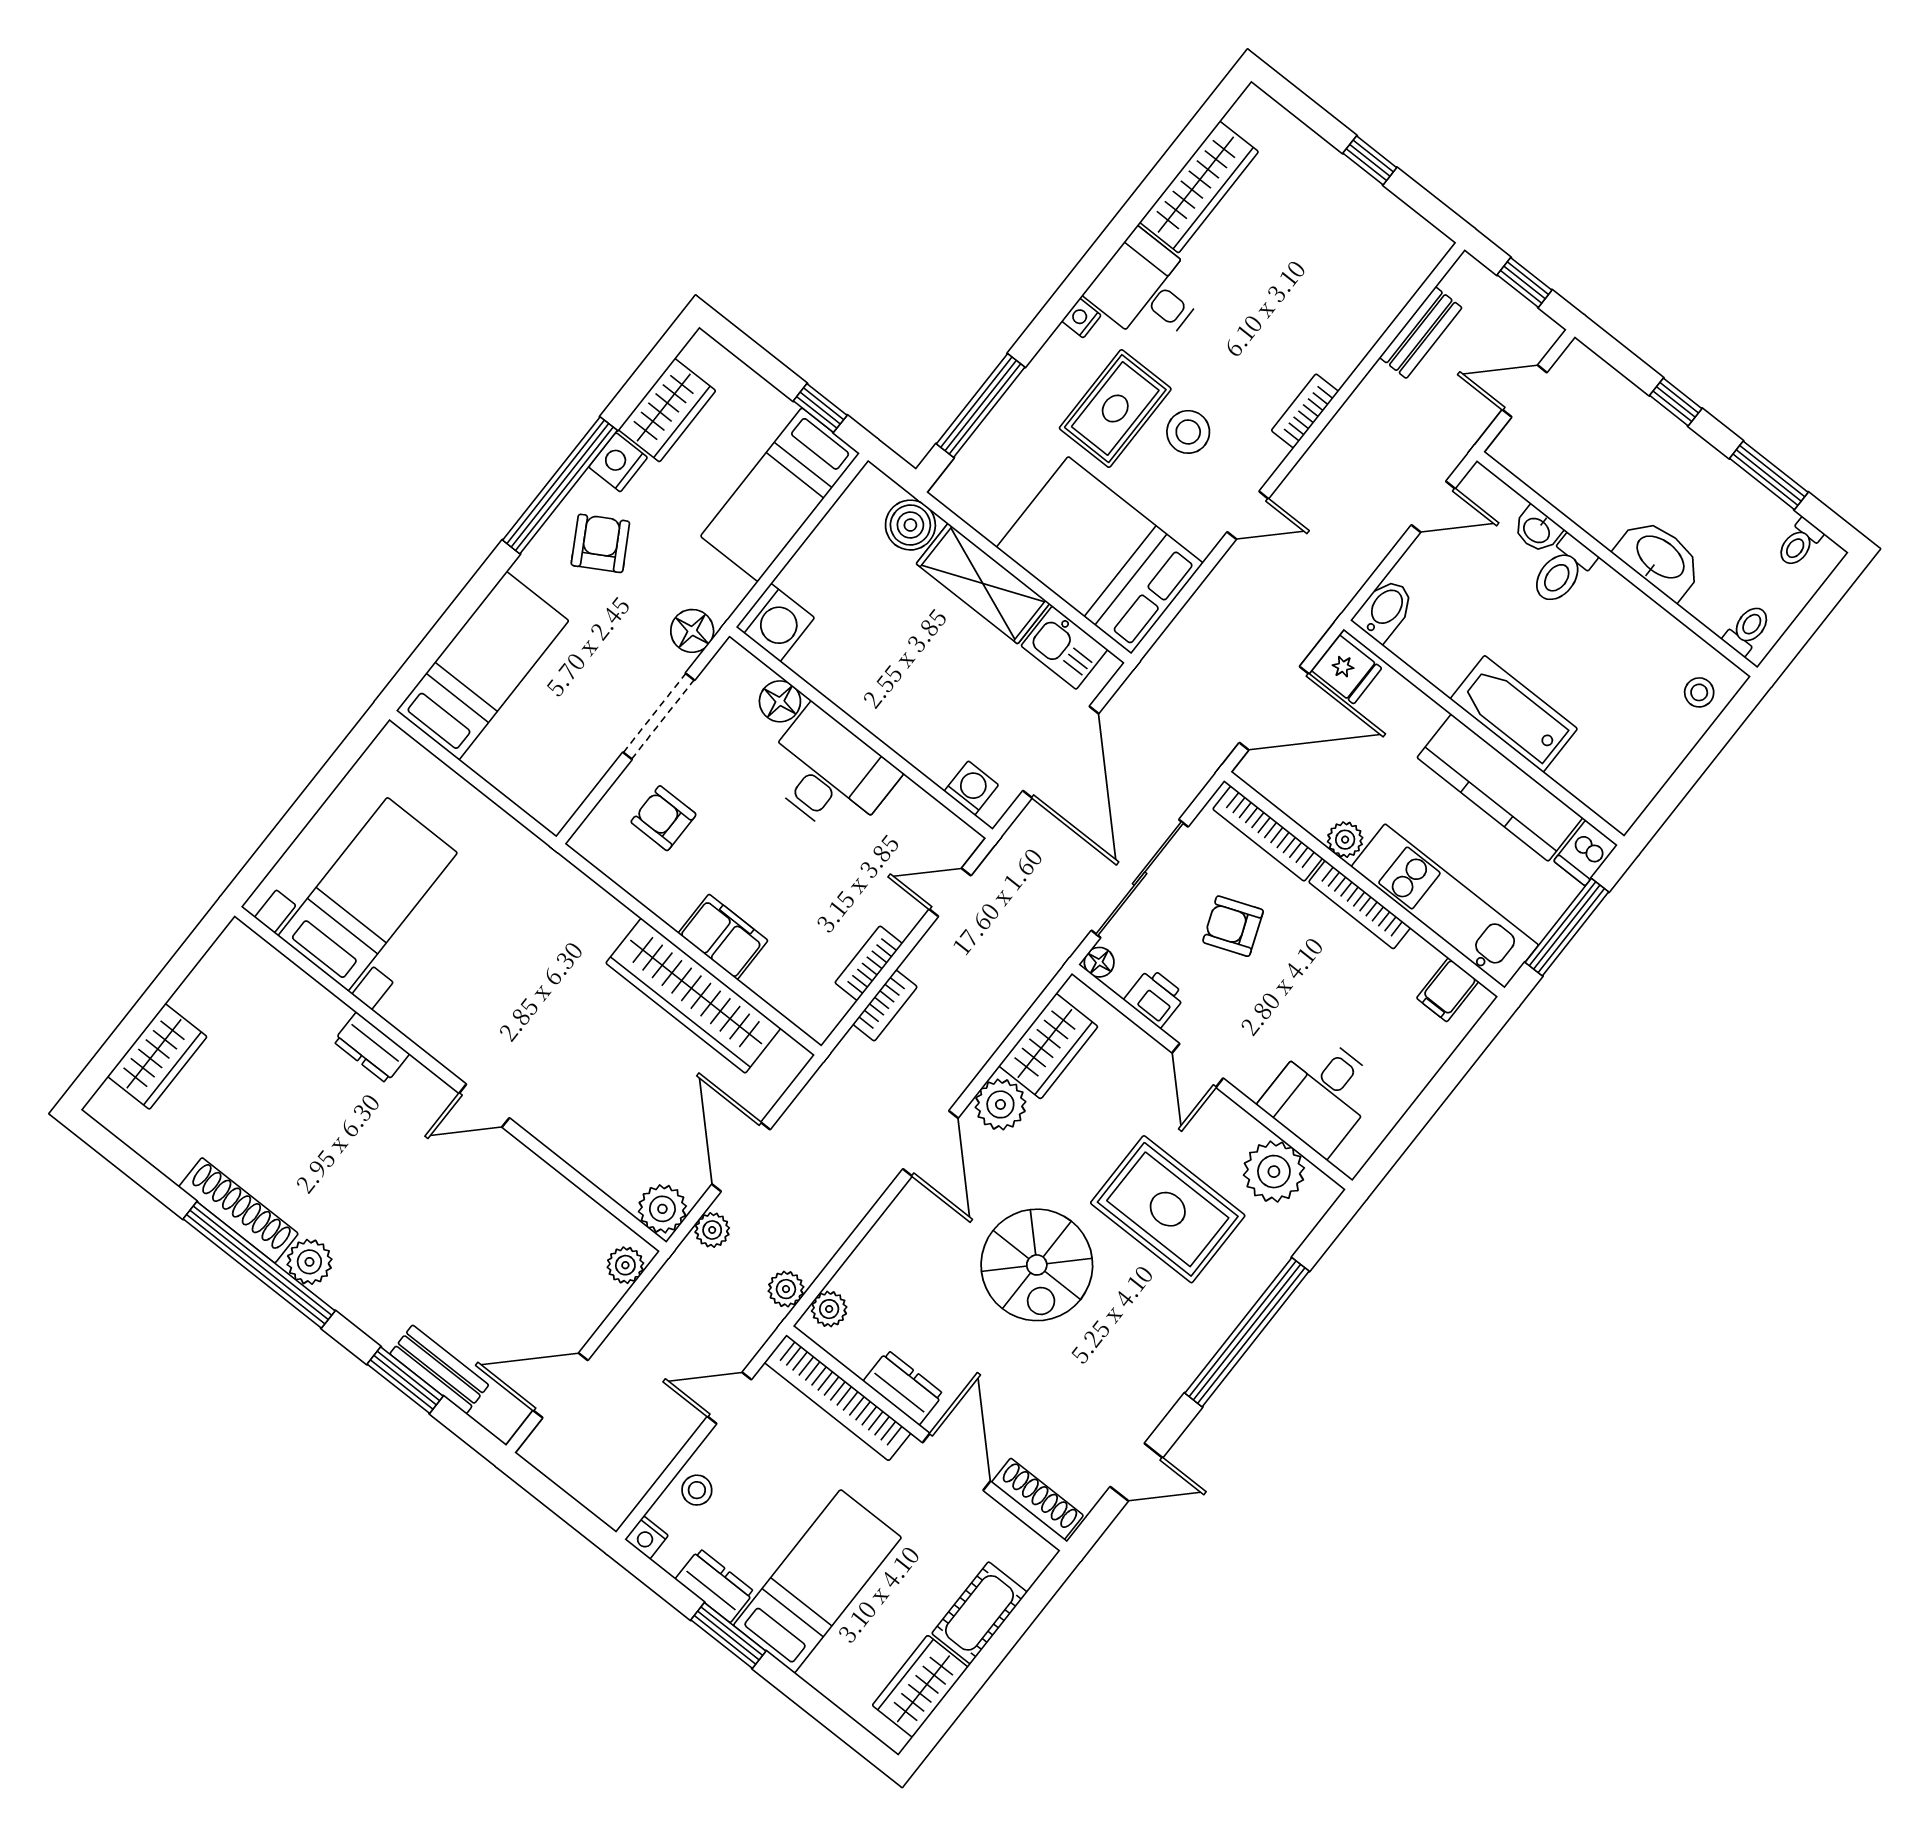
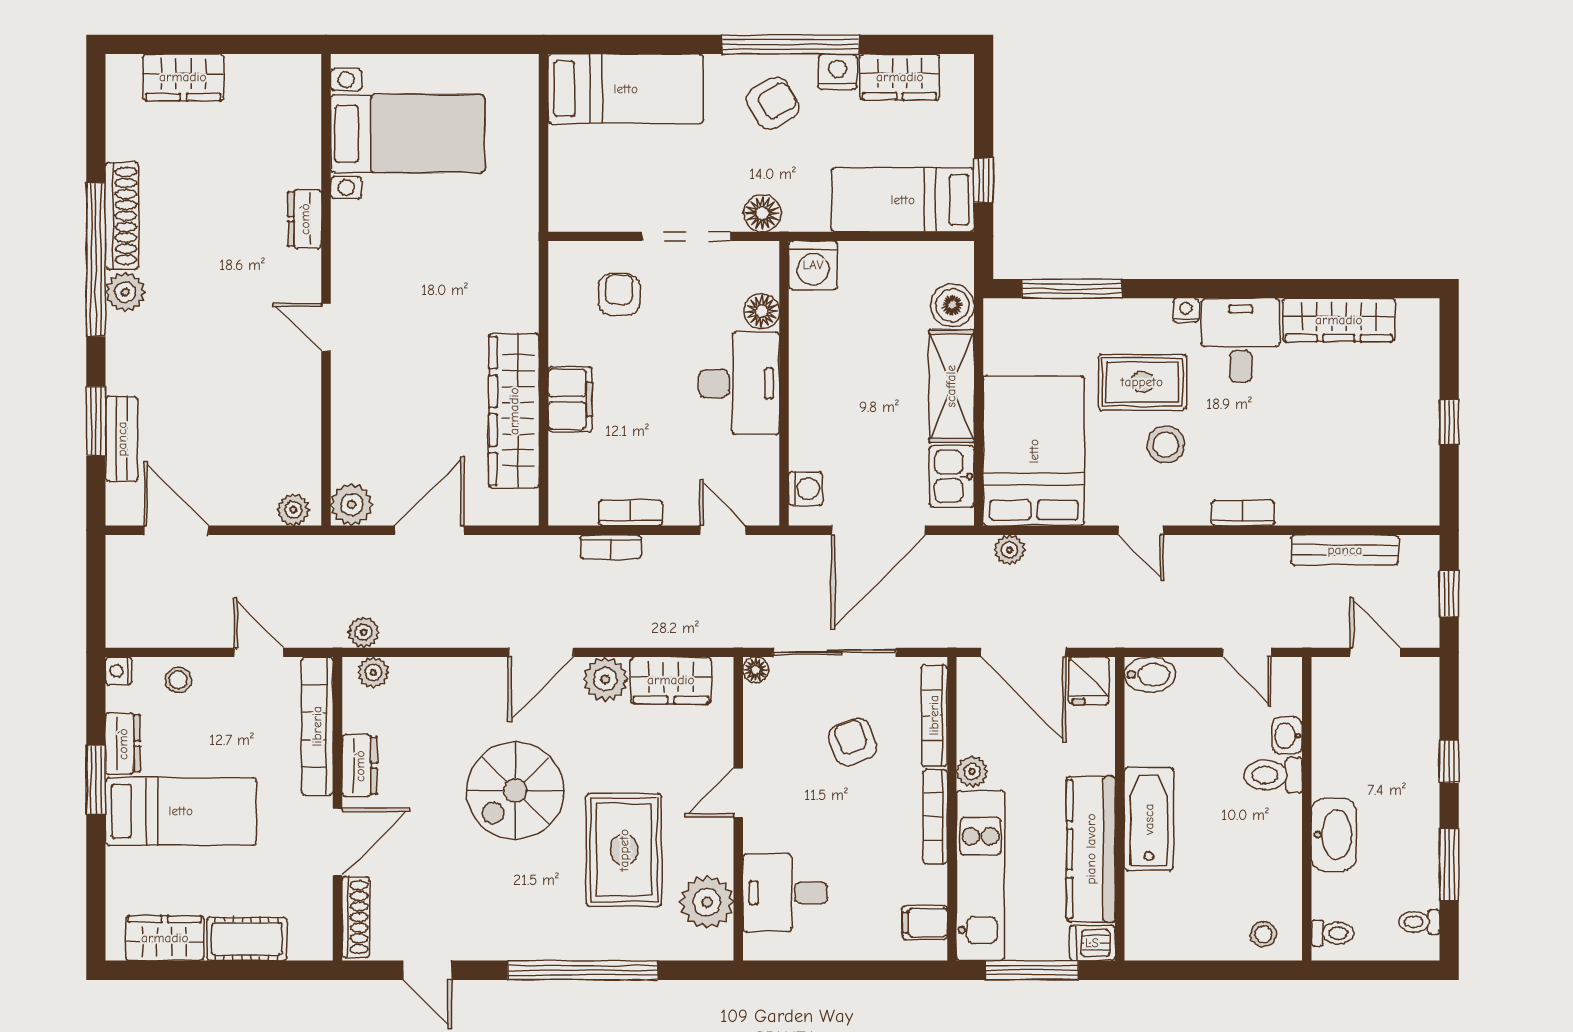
bench: (1421, 333) -> (1345, 550), width x1.36
printer: (1155, 998) -> (761, 727), removed
plant: (712, 1230) -> (1010, 550), moved

